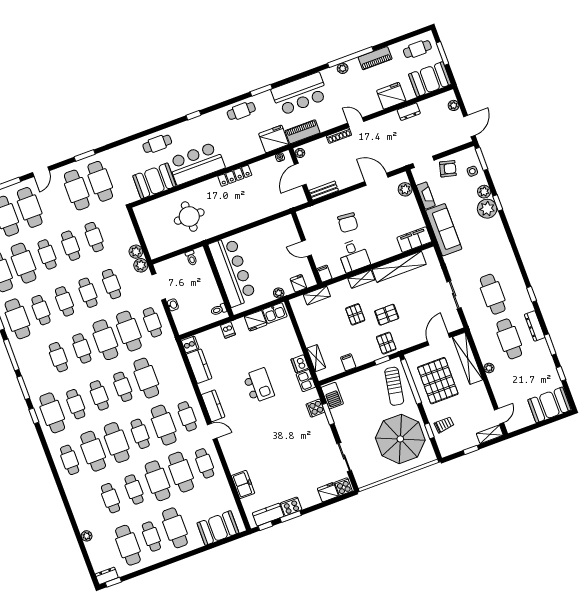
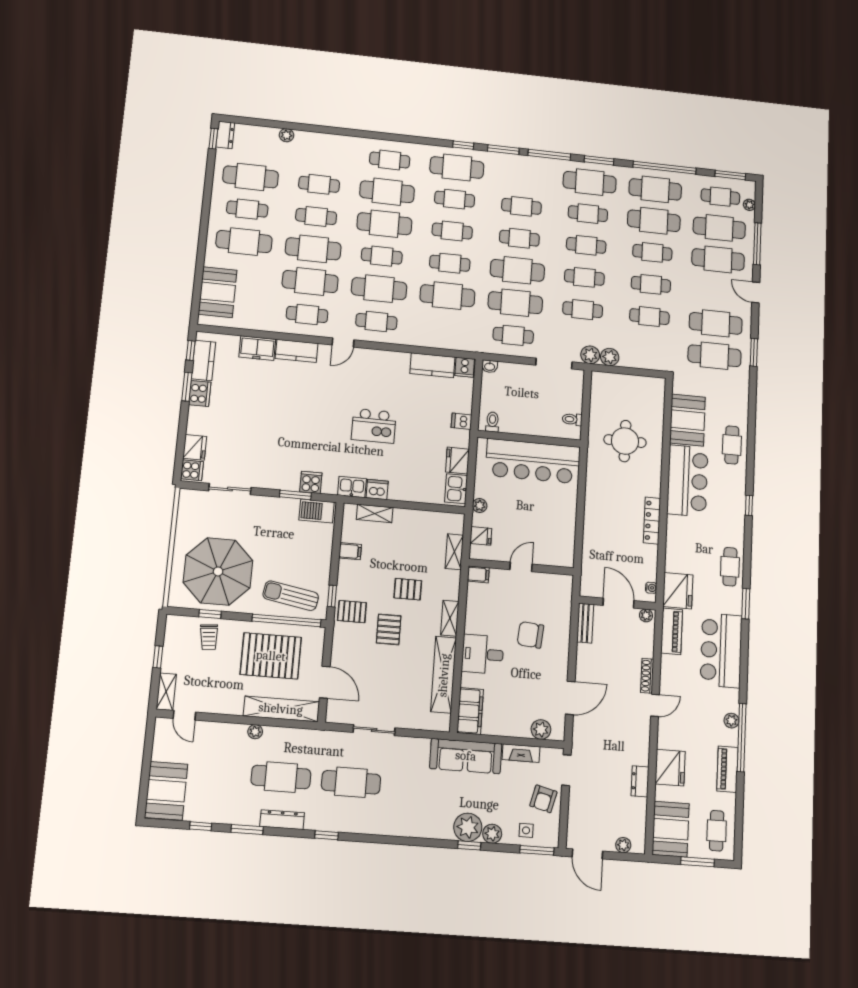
desk: (354, 256) -> (483, 654), moved
washbasin: (173, 305) -> (490, 366), moved
kitchen counter: (213, 406) -> (297, 351), moved

